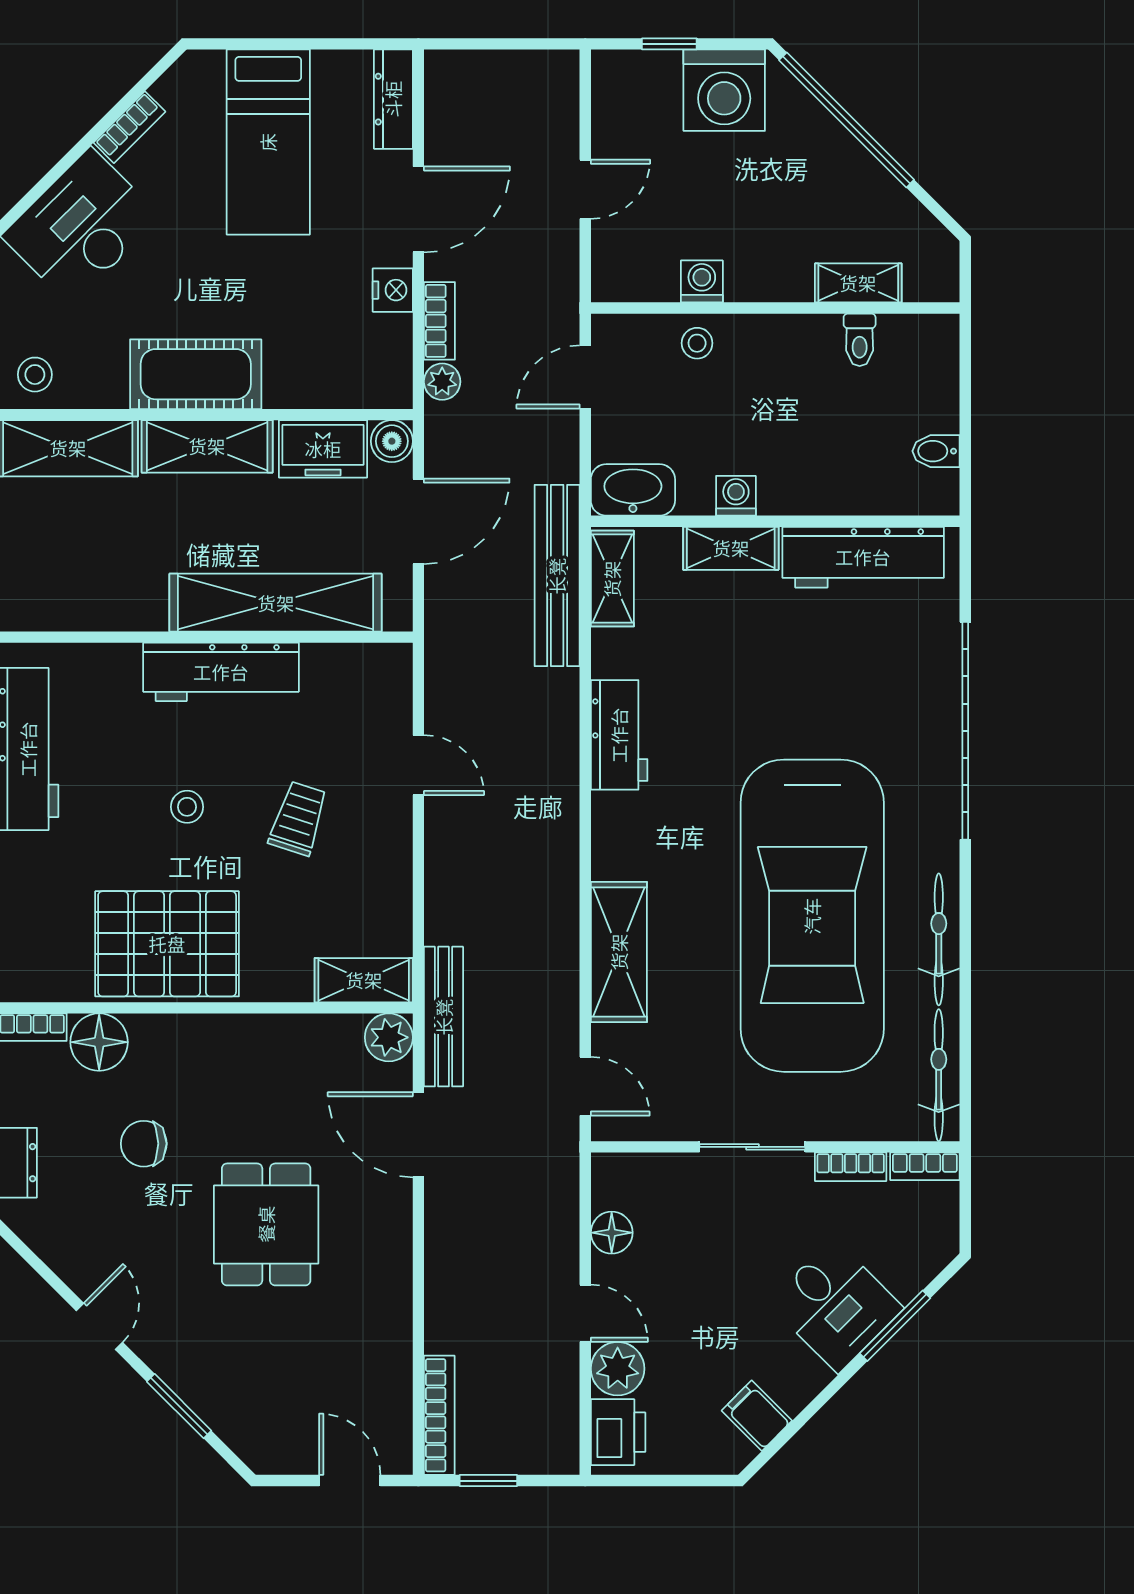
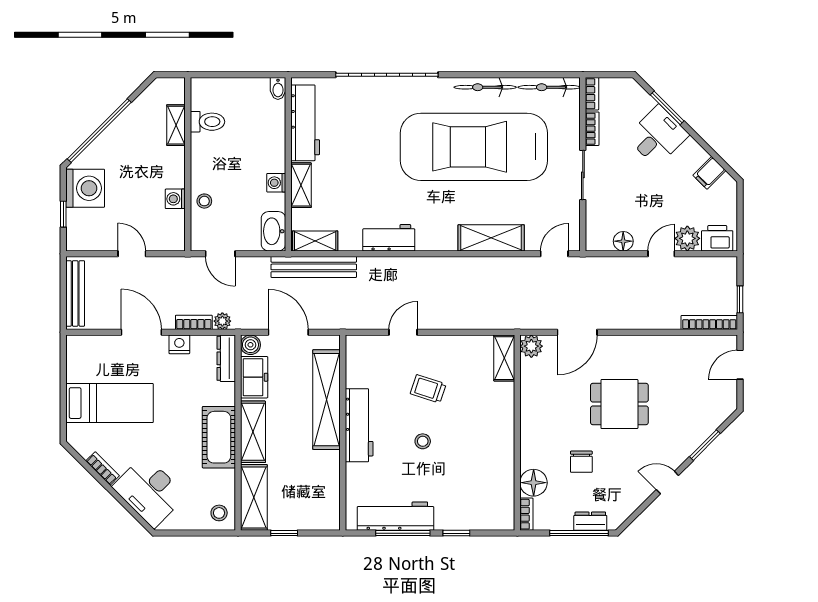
dresser: (393, 99) -> (226, 358), moved, turned 90
toilet: (860, 340) -> (207, 122), width x1.37, depth x1.39
bidet: (936, 451) -> (278, 88), moved
car: (812, 916) -> (474, 147), turned 180
pallet: (167, 944) -> (487, 451), removed
bench: (444, 1017) -> (75, 293), moved, turned 90

